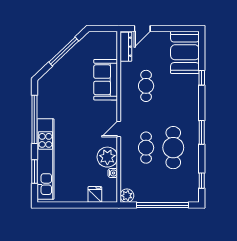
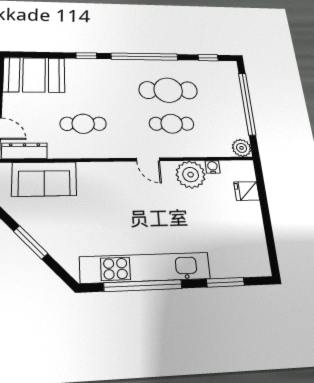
window: (64, 52) -> (30, 242), width x0.69
window: (202, 78) -> (86, 56), moved
sofa: (106, 80) -> (44, 179), moved
window: (202, 132) -> (145, 57), width x2.11
kitchen unit: (45, 159) -> (145, 268), moved

